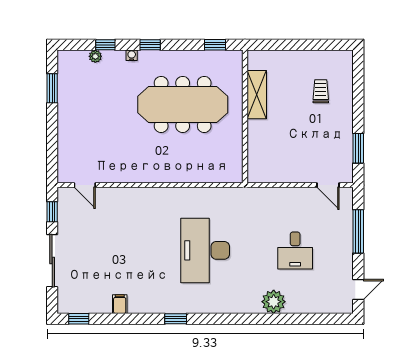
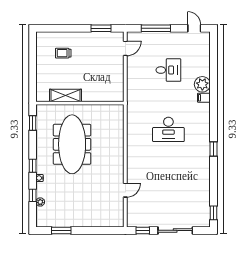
door: (85, 185) -> (125, 190), moved
desk: (205, 250) -> (168, 129), width x0.73, depth x0.77
filing cabinet: (120, 304) -> (204, 98), moved

